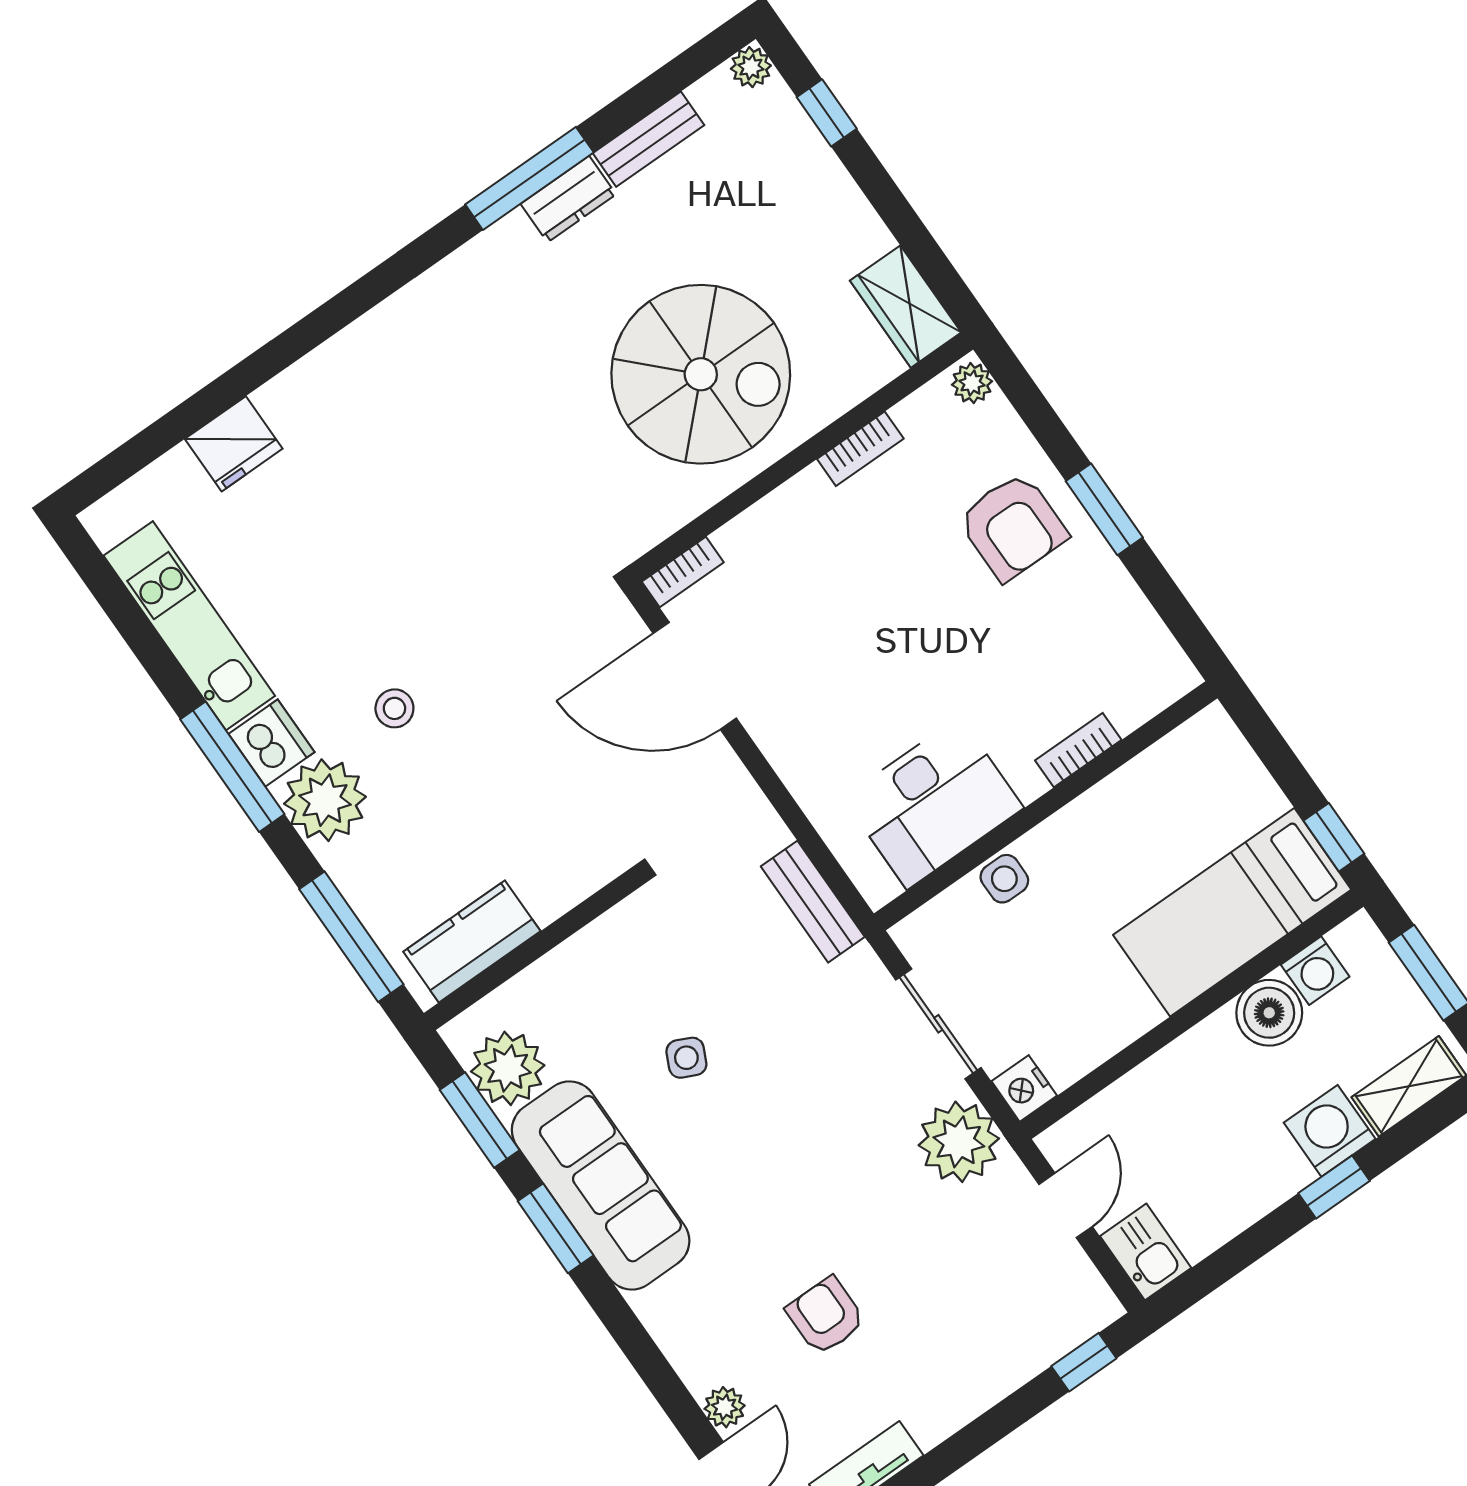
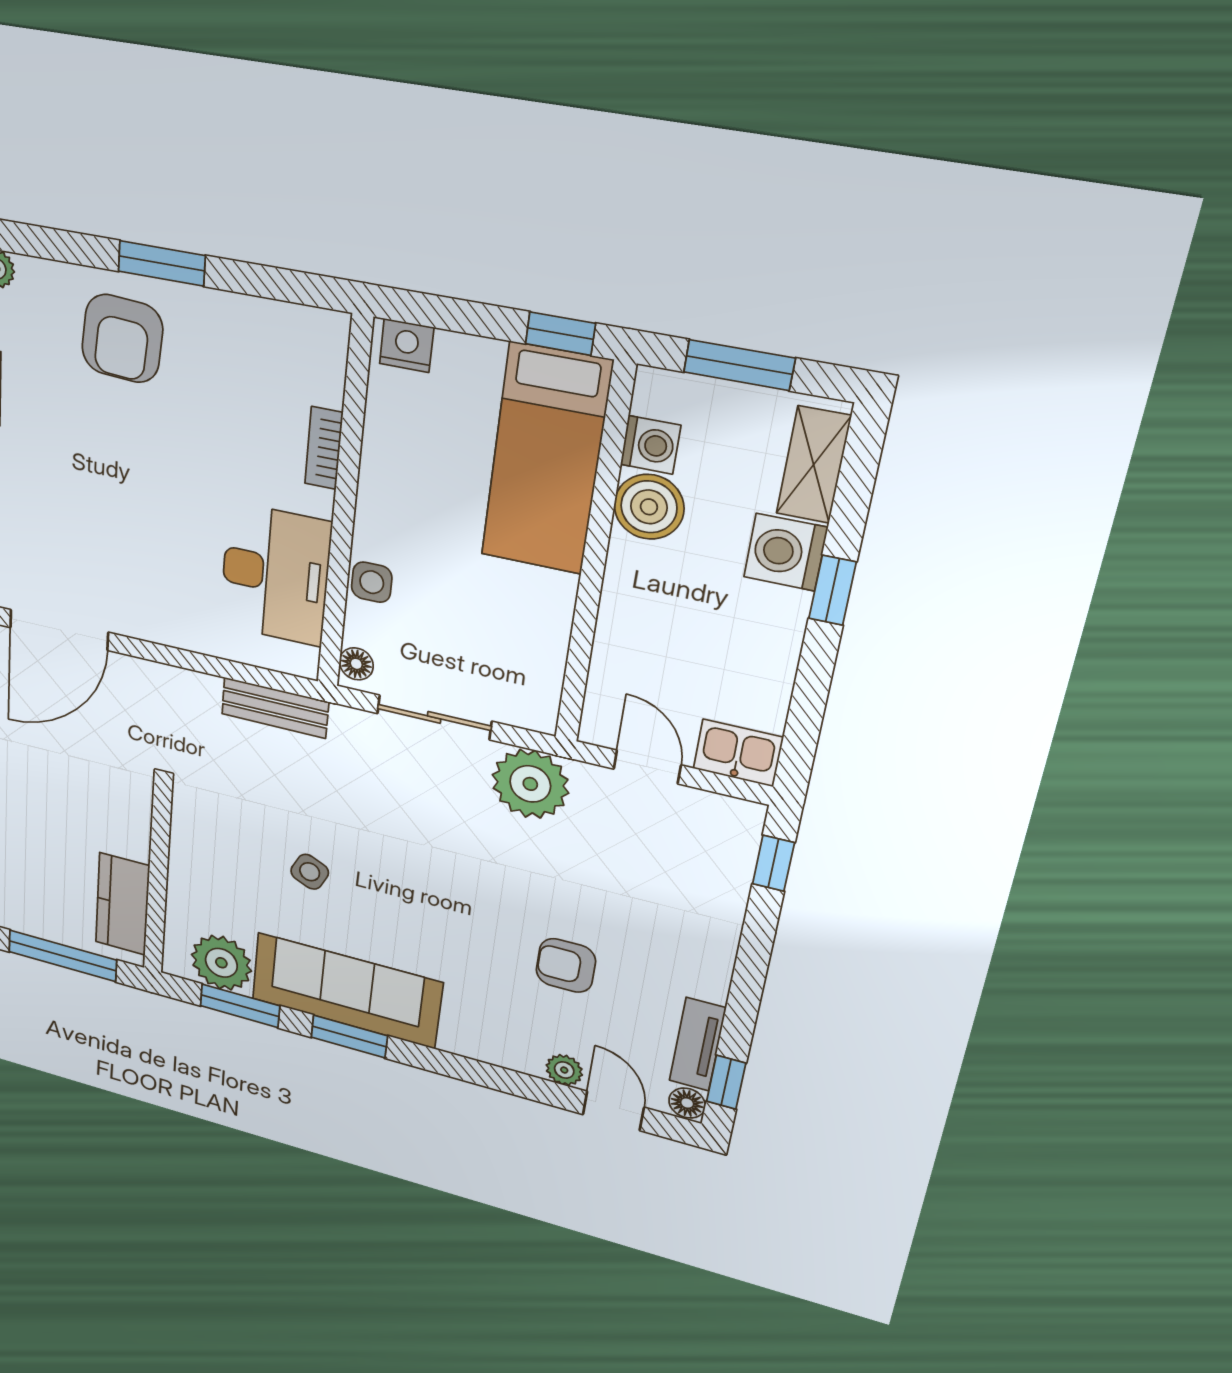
armchair: (1013, 527) -> (122, 339), turned 94
floor lamp: (921, 928) -> (356, 664), added
nightstand: (1024, 1088) -> (407, 346), moved, turned 180

